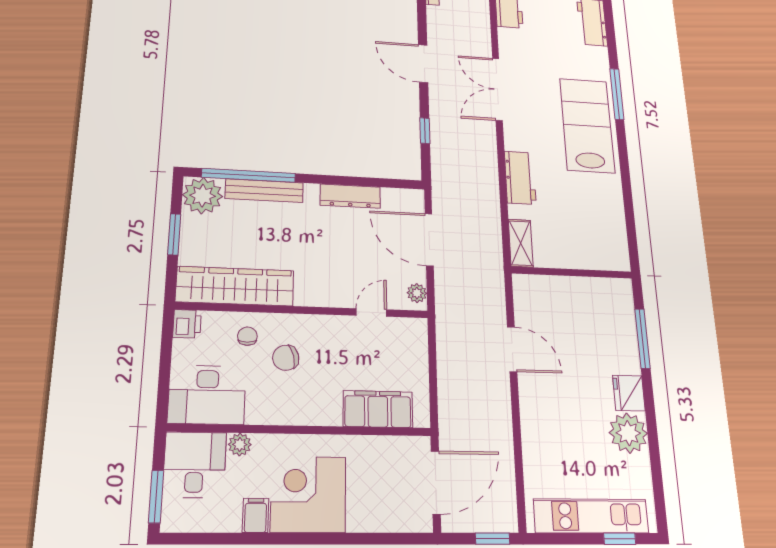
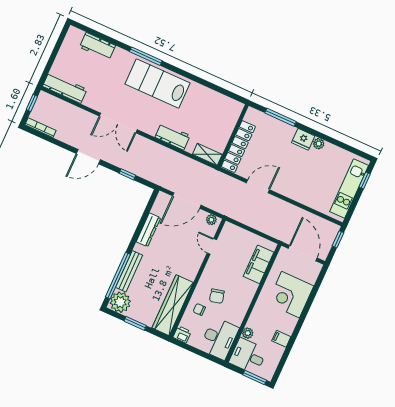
locker: (559, 288) -> (238, 147), added
plant: (628, 433) -> (319, 144), width x0.53, depth x0.53
corner desk: (308, 494) -> (291, 295), moved

